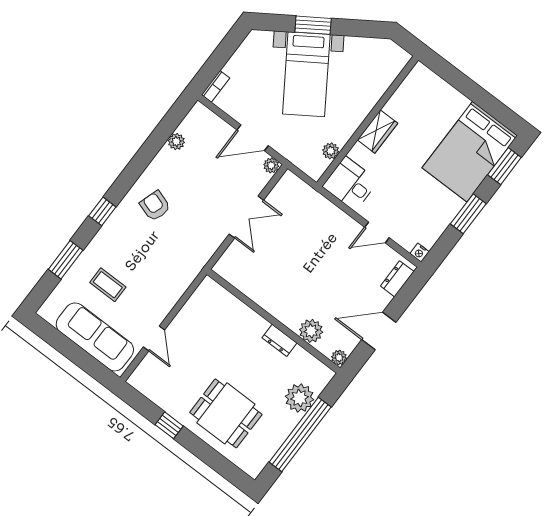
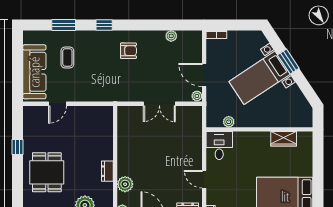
wardrobe: (377, 132) -> (284, 139), moved
armchair: (155, 206) -> (128, 51), turned 72

